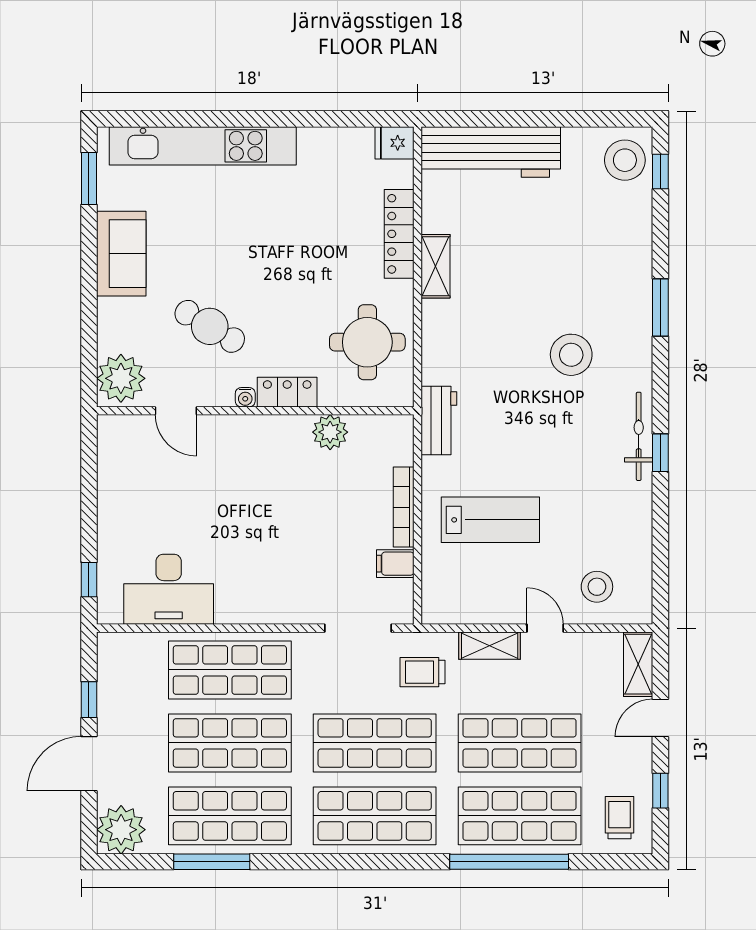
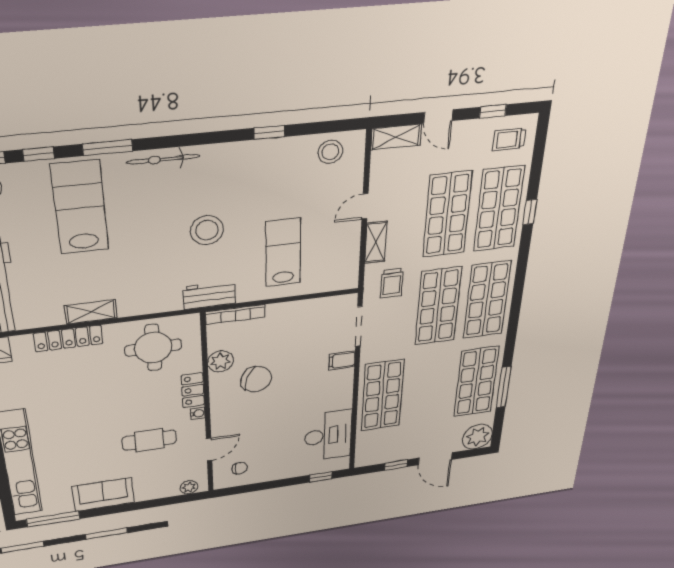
window: (89, 179) -> (53, 519), width x1.44
window: (660, 228) -> (38, 154), added
lab bench: (586, 268) -> (80, 208), added
cafe table: (210, 326) -> (149, 440), turned 59
stool: (571, 355) -> (207, 230), moved
plant: (121, 378) -> (189, 487), width x0.53, depth x0.53
bicycle: (639, 436) -> (163, 159), moved
window: (660, 453) -> (269, 132), moved
chair: (132, 455) -> (240, 468), added
chair: (291, 482) -> (256, 379), added
bookcase: (404, 507) -> (235, 314), moved
filing cabinet: (395, 564) -> (342, 360), moved, turned 90
stool: (597, 587) -> (330, 152), moved
shop shelf: (230, 743) -> (430, 389), removed
window: (509, 862) -> (530, 212), width x0.32

